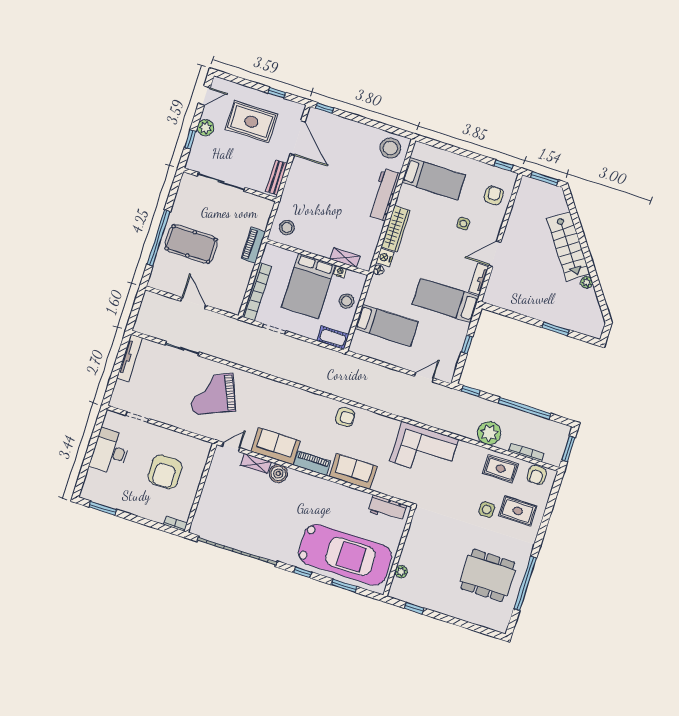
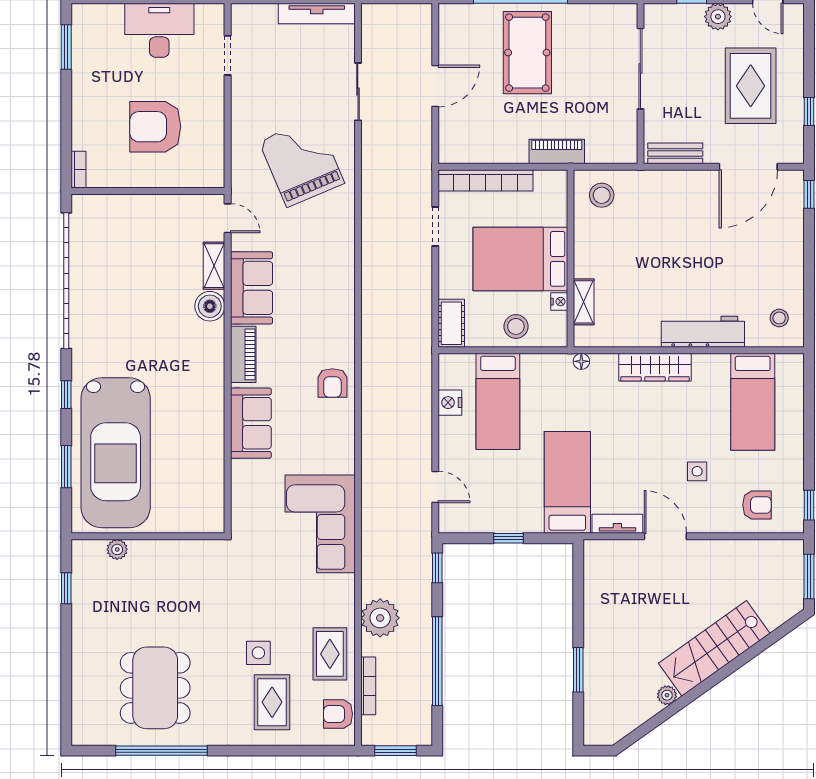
stool: (390, 148) -> (779, 318), width x0.53, depth x0.53
nightstand: (385, 257) -> (450, 403), moved, turned -90
workbench: (387, 508) -> (210, 496), removed

